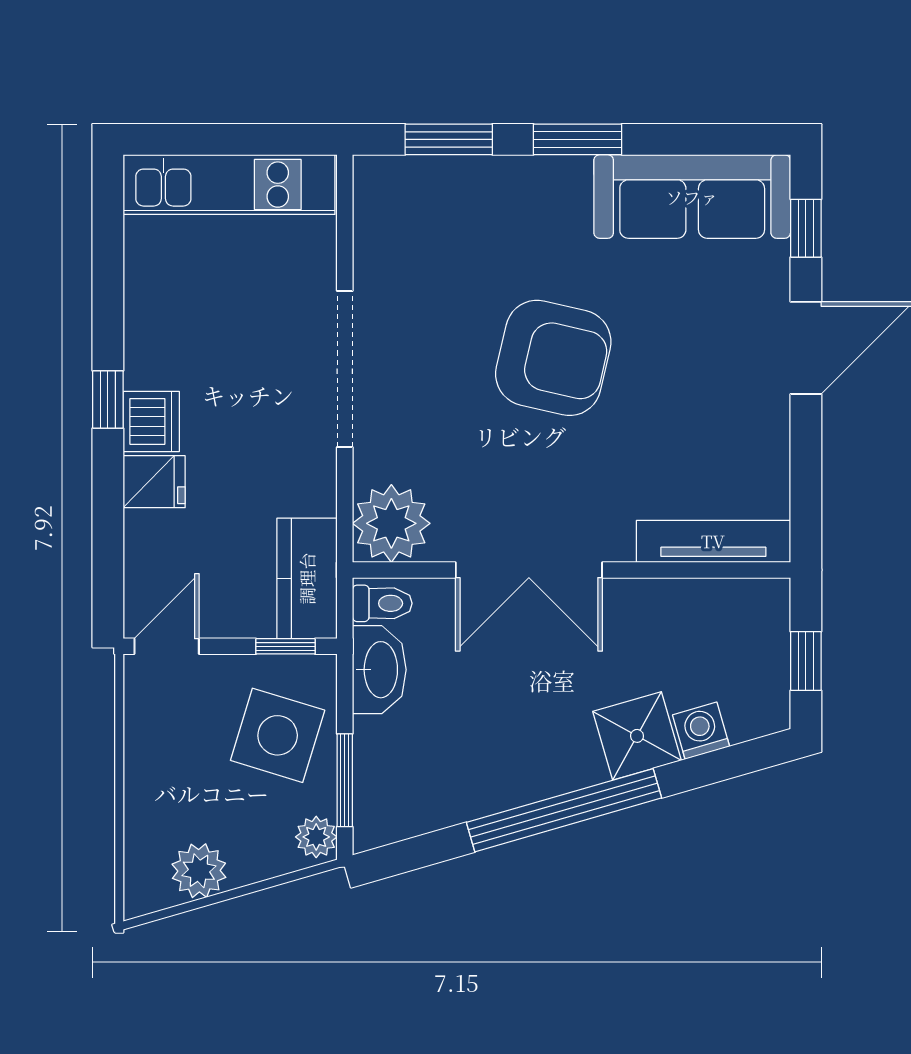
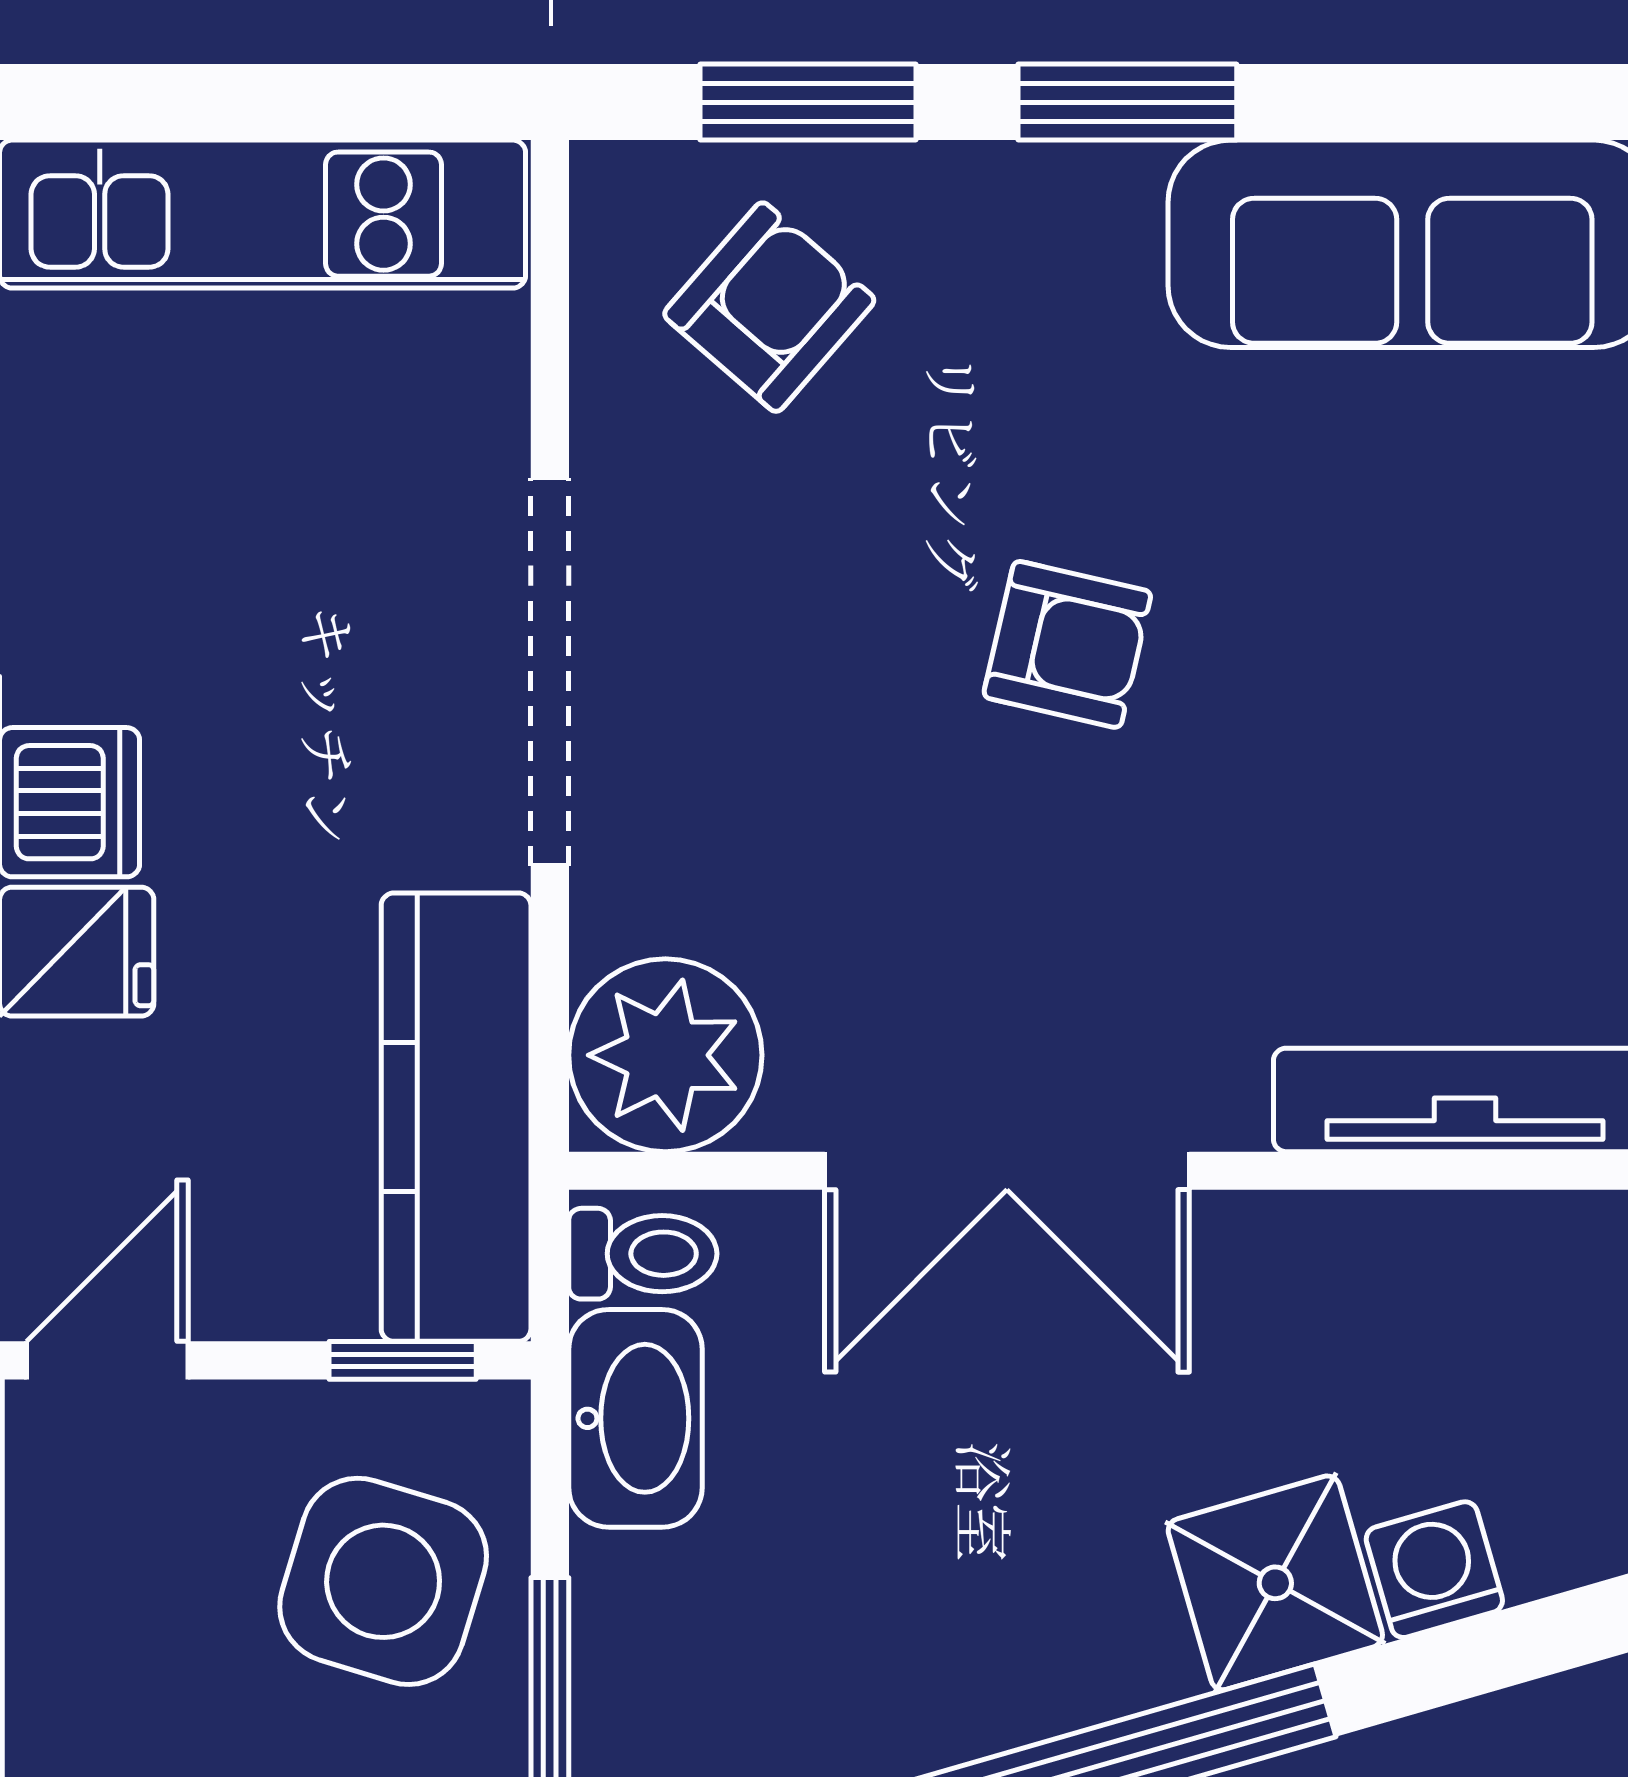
armchair: (433, 222) -> (769, 307), added
armchair: (553, 358) -> (1067, 644), width x0.53, depth x0.53
kitchen counter: (307, 578) -> (456, 1117), width x1.50

